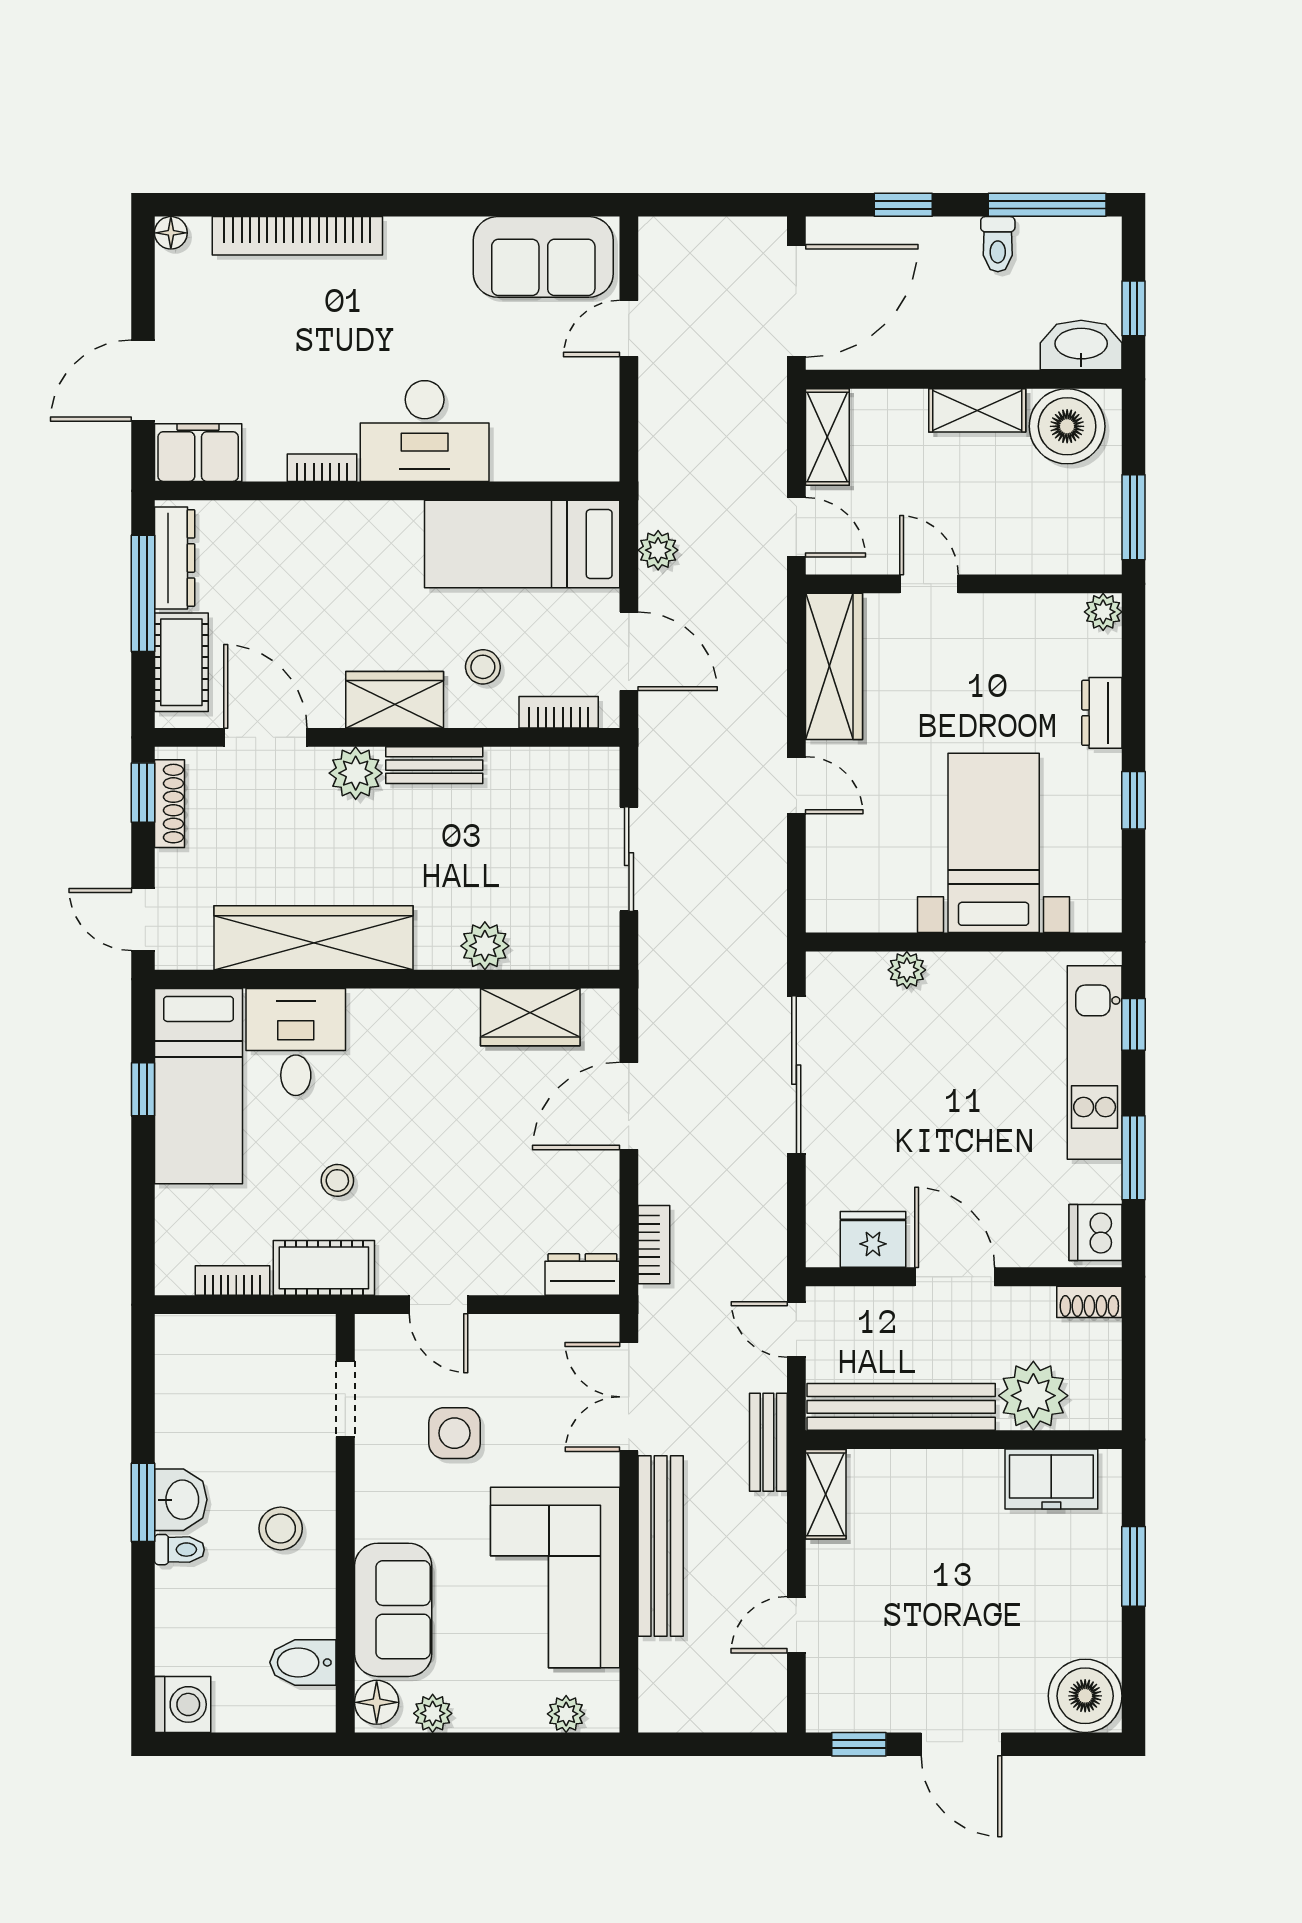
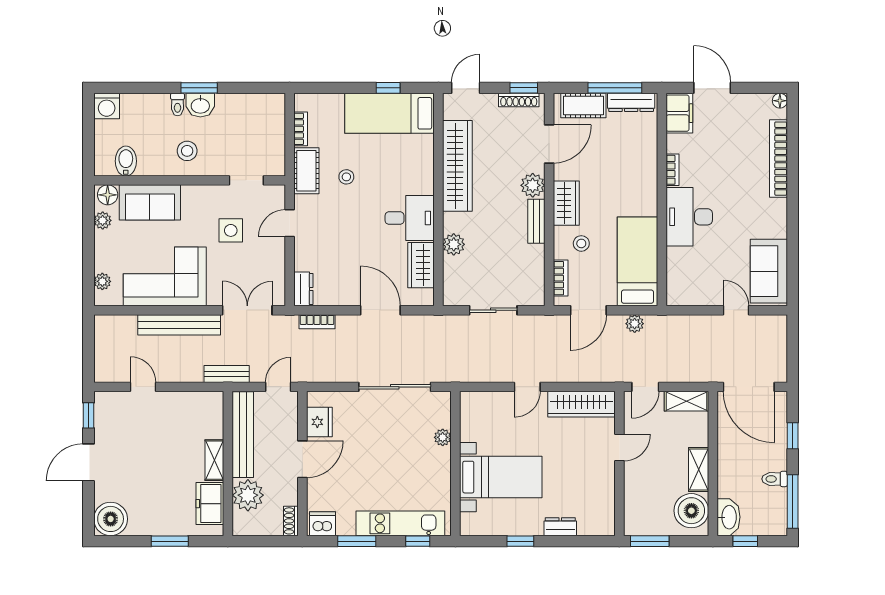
plant: (1103, 612) -> (606, 527), removed
desk: (296, 1042) -> (410, 218), moved
shelving: (826, 1494) -> (214, 460), moved, turned 90

